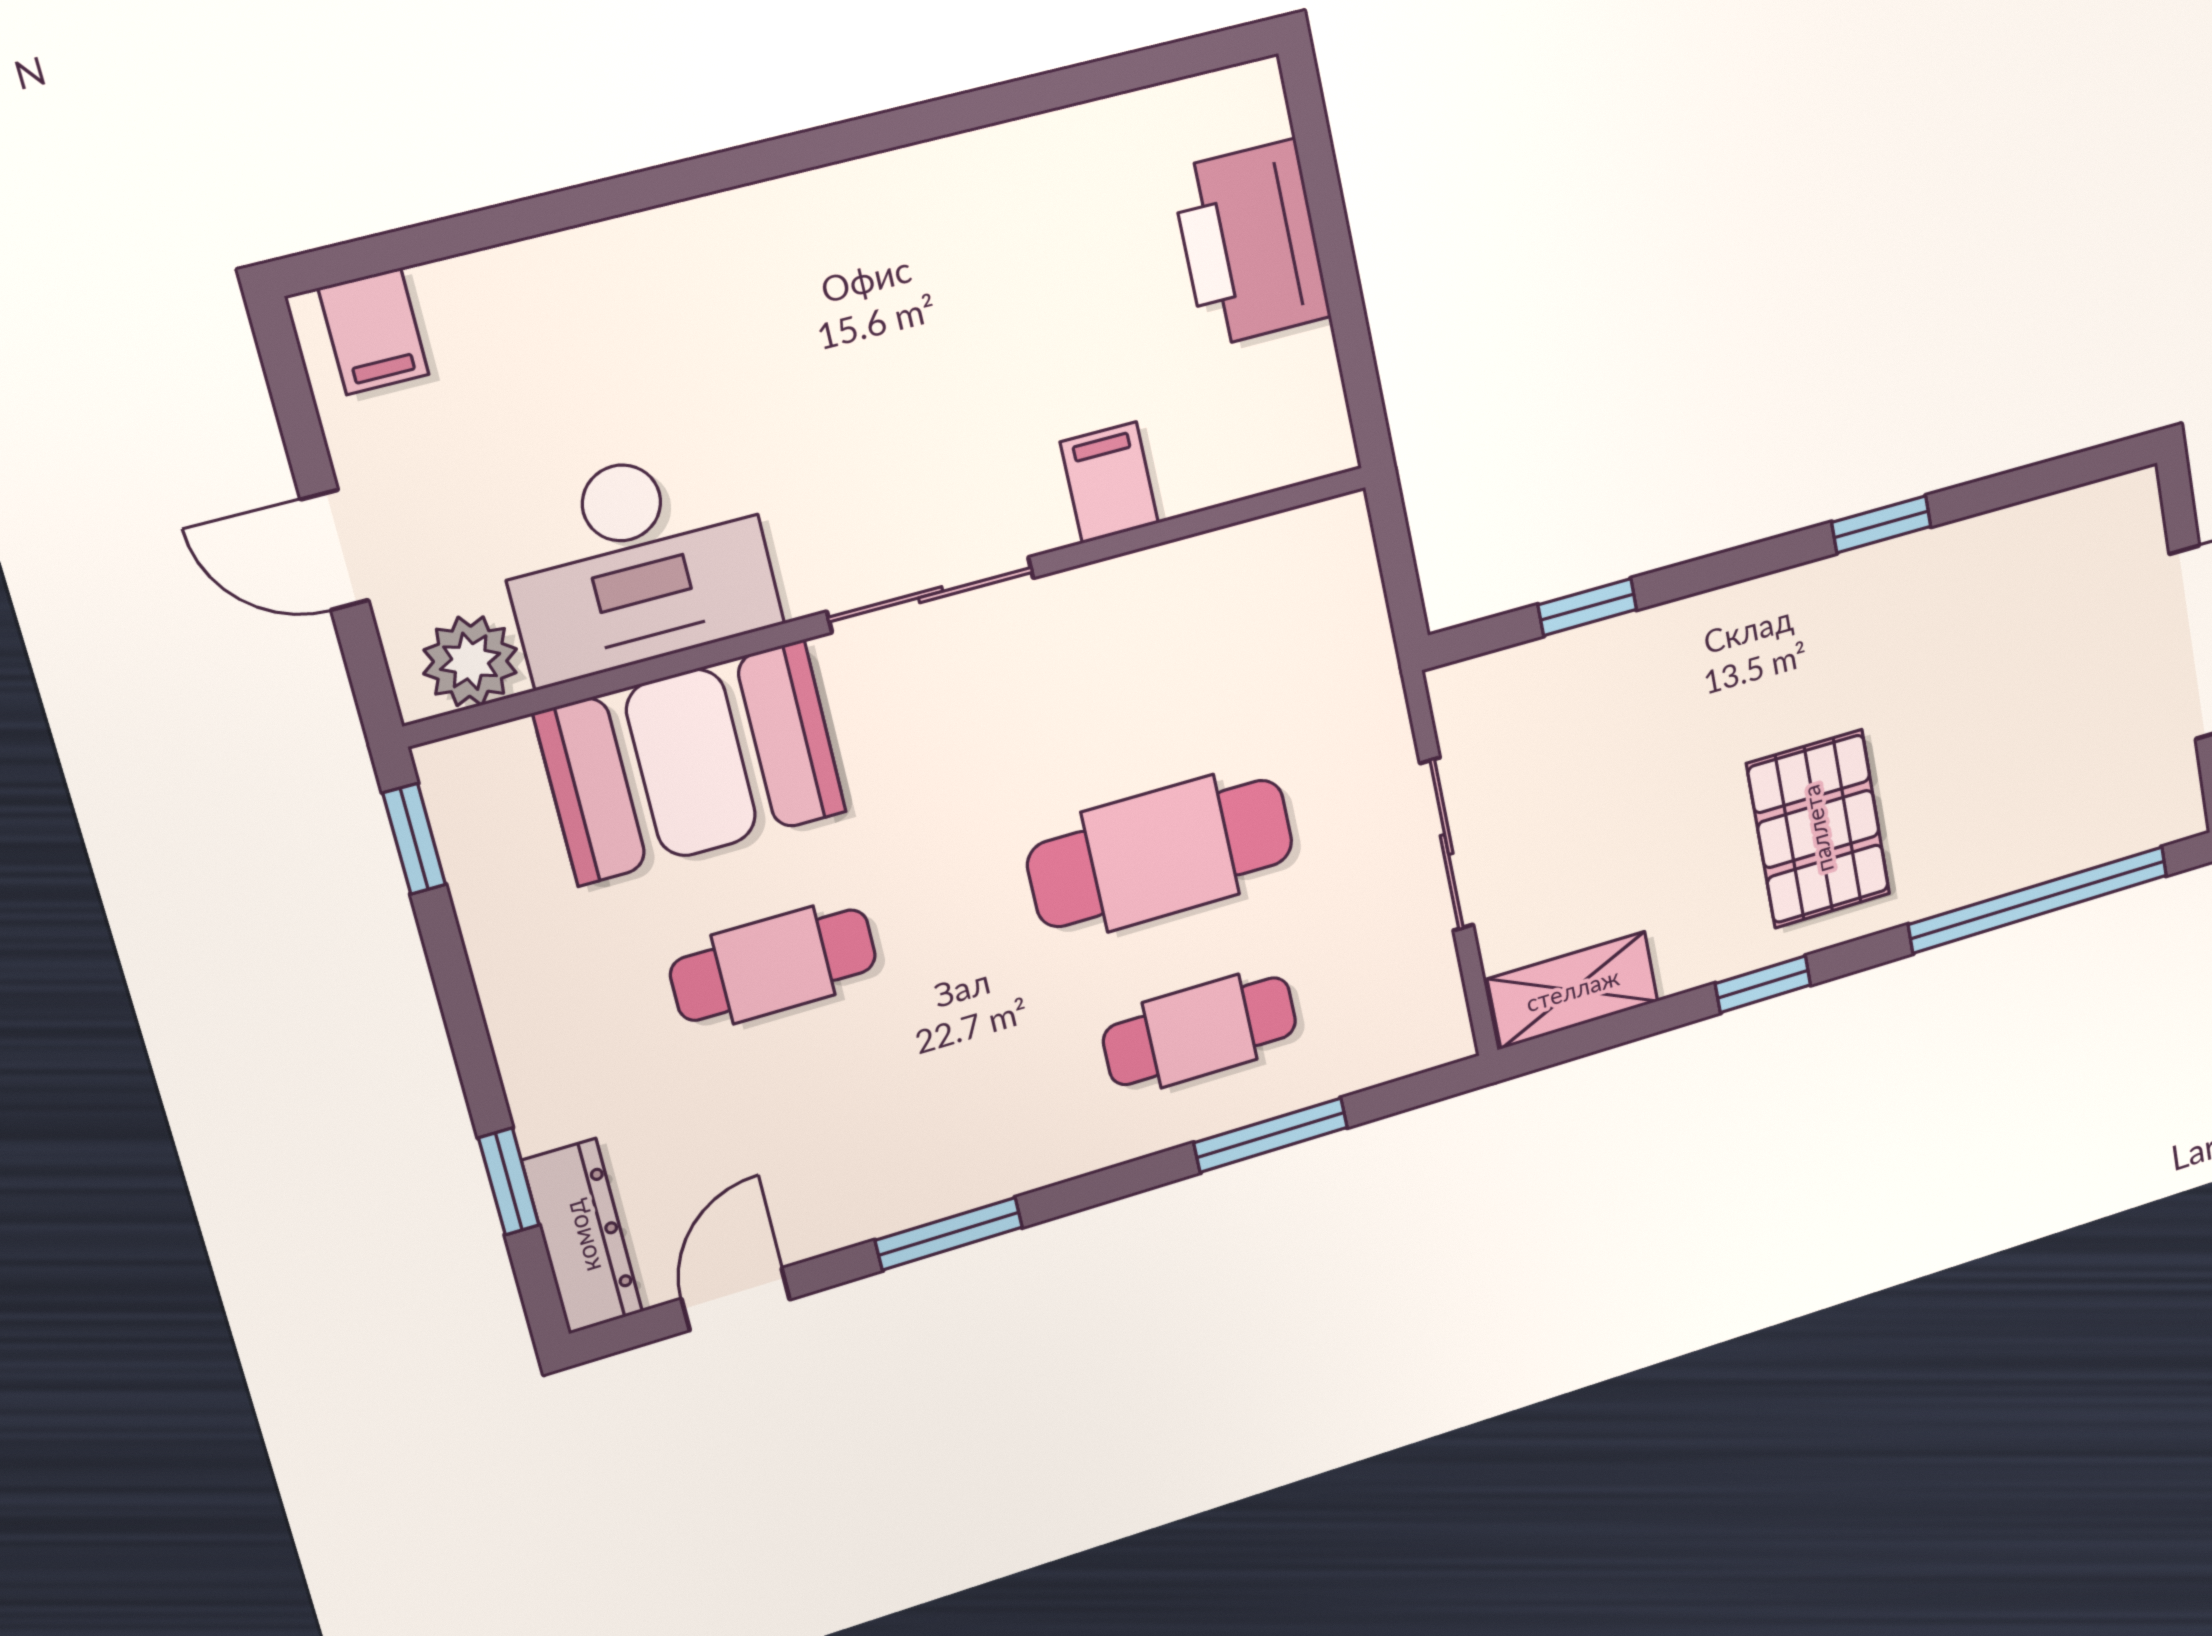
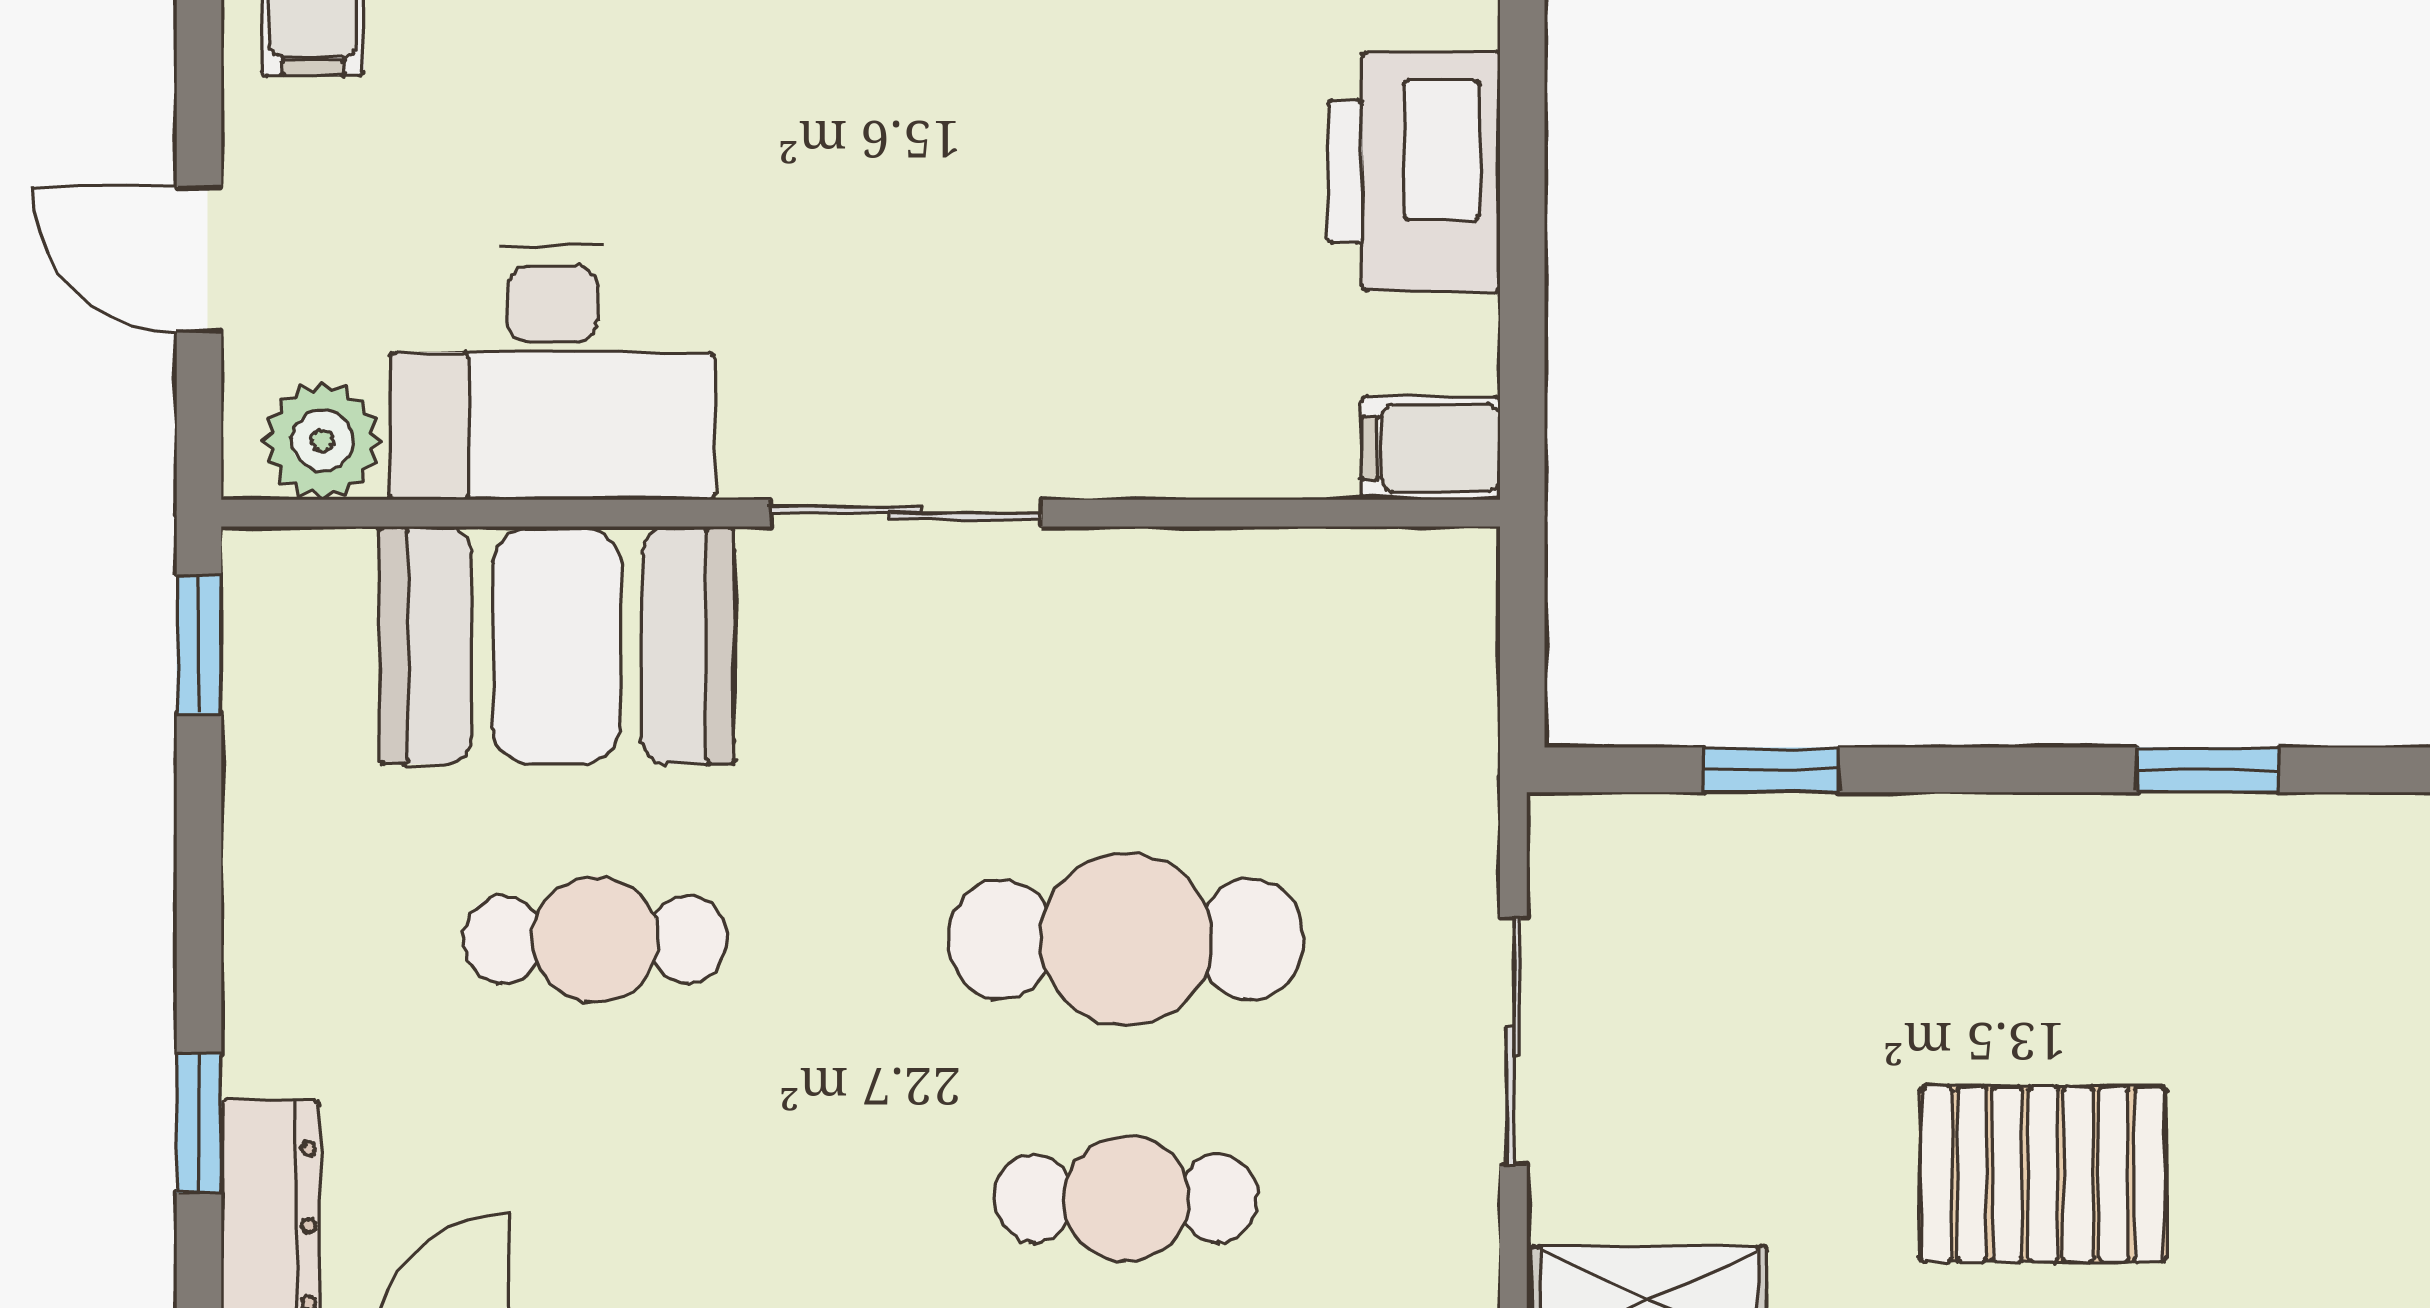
filing cabinet: (1109, 483) -> (1431, 448), moved, turned -90
pallet: (1818, 829) -> (2043, 1174), turned 90

